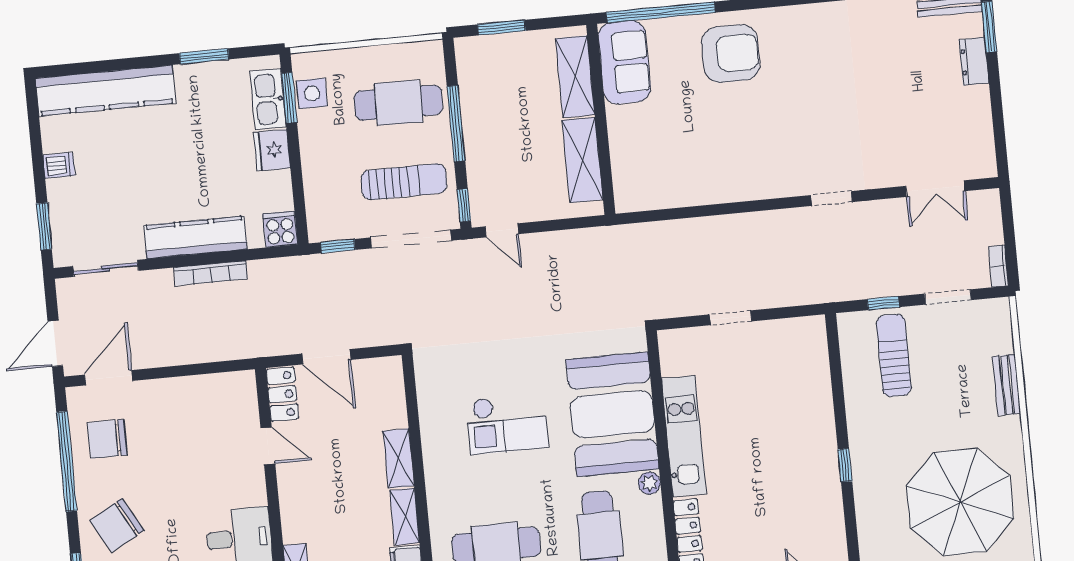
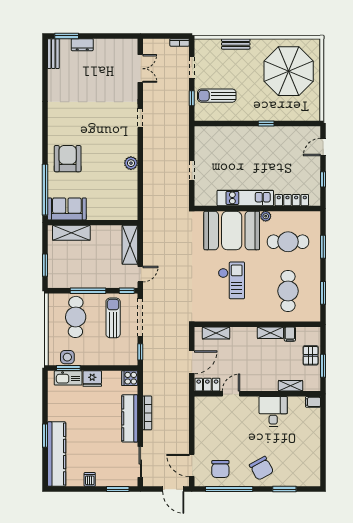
window: (204, 56) -> (45, 436), moved
shelving: (583, 160) -> (130, 245), moved, turned 90
plant: (734, 188) -> (131, 163), added
shelving: (398, 458) -> (216, 333), moved

